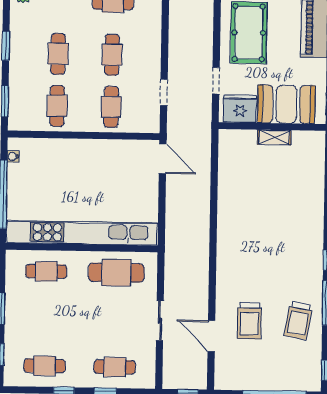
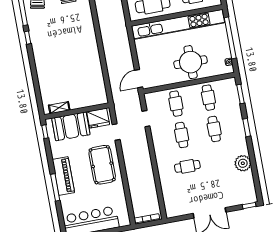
shelving: (274, 137) -> (59, 108), moved
door: (163, 159) -> (139, 79), hinge flipped
round table: (74, 168) -> (191, 62), added

